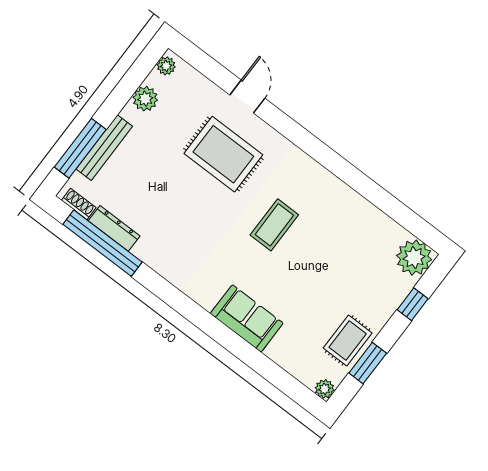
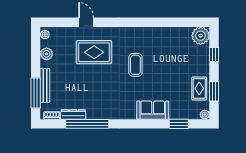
window: (102, 243) -> (87, 124), moved
window: (272, 372) -> (179, 124), added

